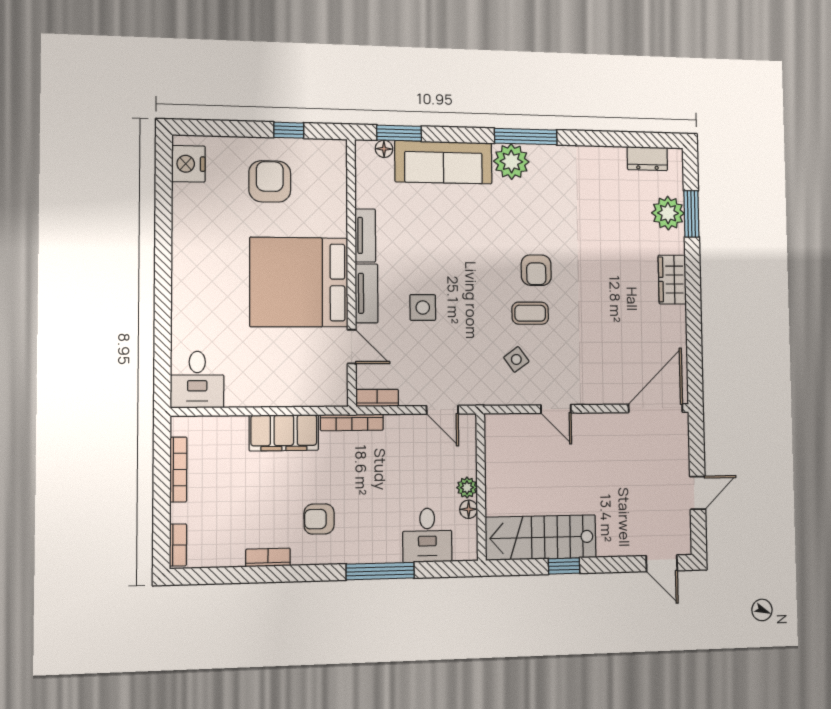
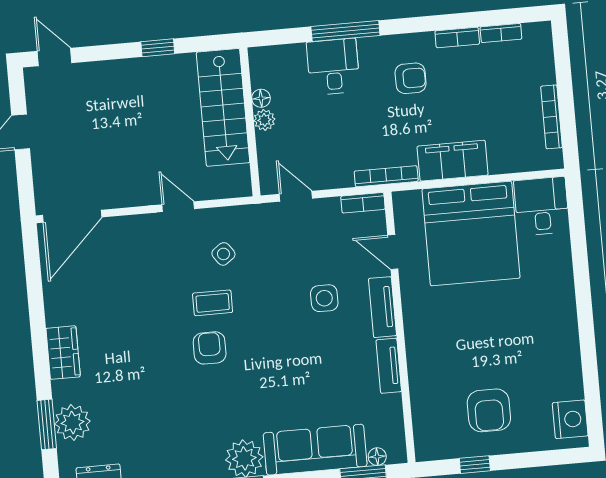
bed: (299, 282) -> (471, 233), moved, turned 90
desk: (427, 535) -> (333, 67), moved
stairs: (541, 537) -> (223, 107), moved, turned 90
bookcase: (178, 545) -> (501, 33), moved, turned -90

